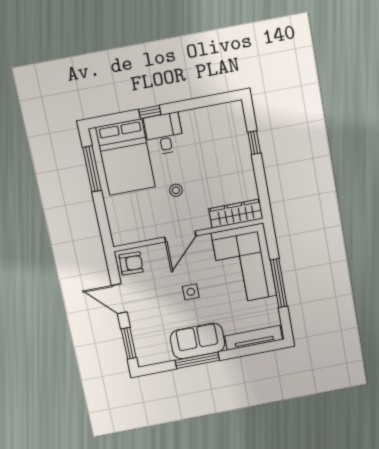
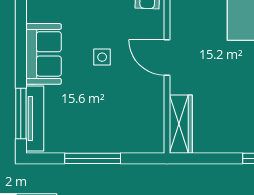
stool: (176, 190) -> (219, 62), removed
corner sofa: (244, 264) -> (122, 123), removed
window: (197, 360) -> (21, 114), moved

